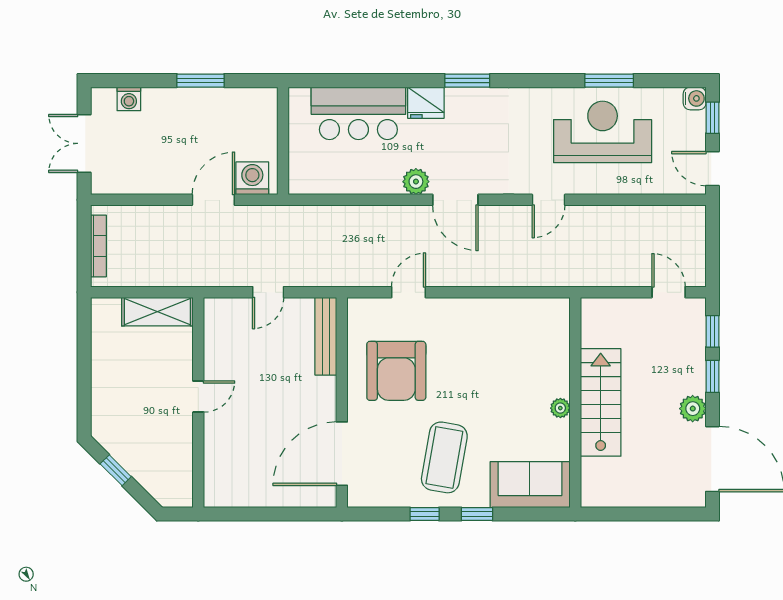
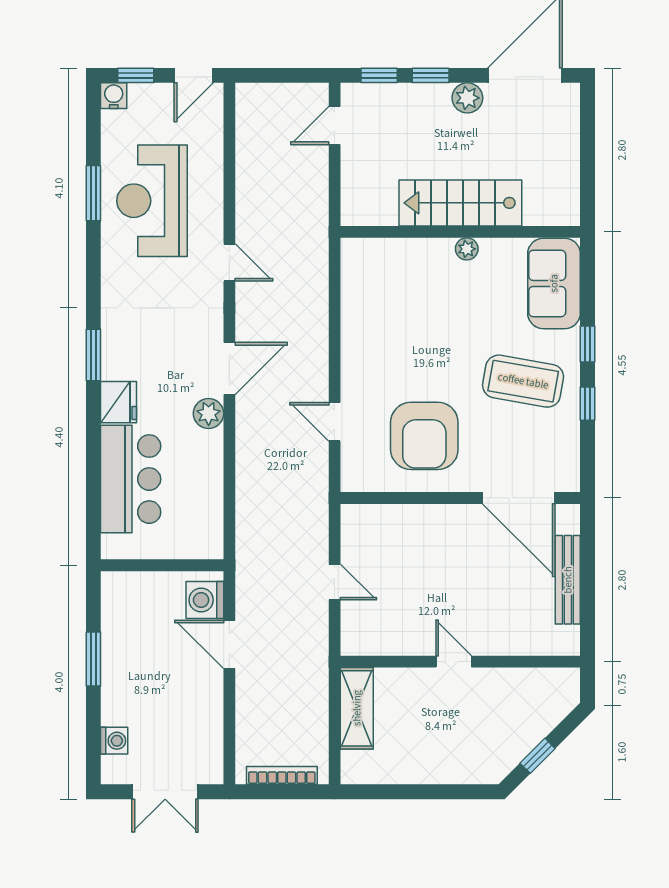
bench: (326, 336) -> (568, 580), moved, turned 90
armchair: (396, 371) -> (424, 436), turned 90

